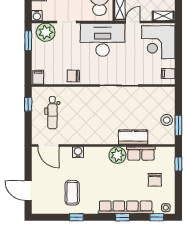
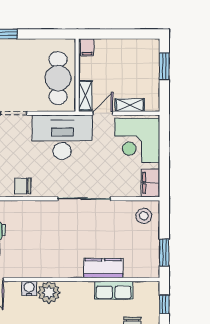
shelving: (163, 16) -> (130, 105), moved
filing cabinet: (168, 74) -> (150, 183), width x2.00
stool: (167, 120) -> (144, 216), moved
plant: (117, 155) -> (49, 292), moved

